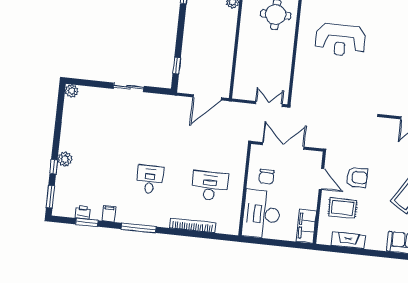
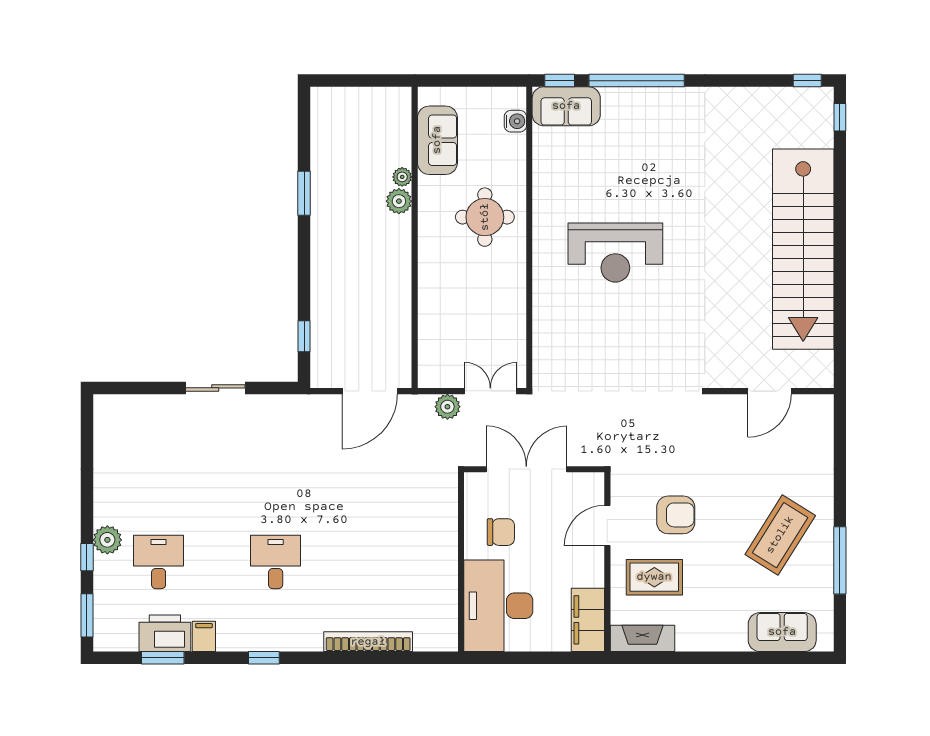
plant: (72, 91) -> (447, 407), moved
chair: (267, 177) -> (501, 532), turned -90
door: (321, 179) -> (607, 526), swing flipped
desk: (210, 186) -> (159, 562), moved, width x0.73
printer: (83, 212) -> (165, 633), width x1.87, depth x1.48
window: (139, 228) -> (264, 658), width x0.46
fireplace: (348, 240) -> (643, 638), moved

